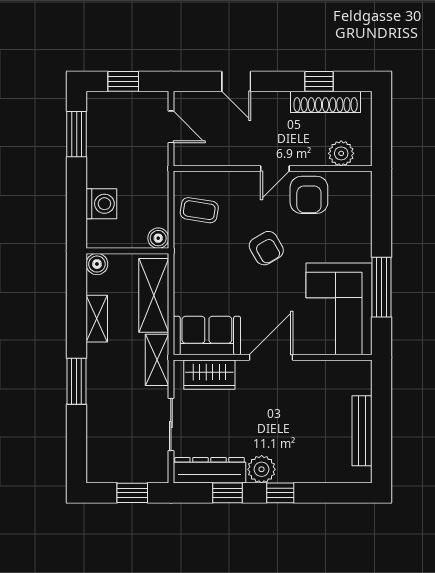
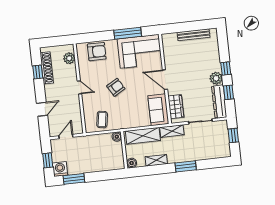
armchair: (309, 195) -> (97, 52), moved
washing machine: (101, 204) -> (60, 169), moved

